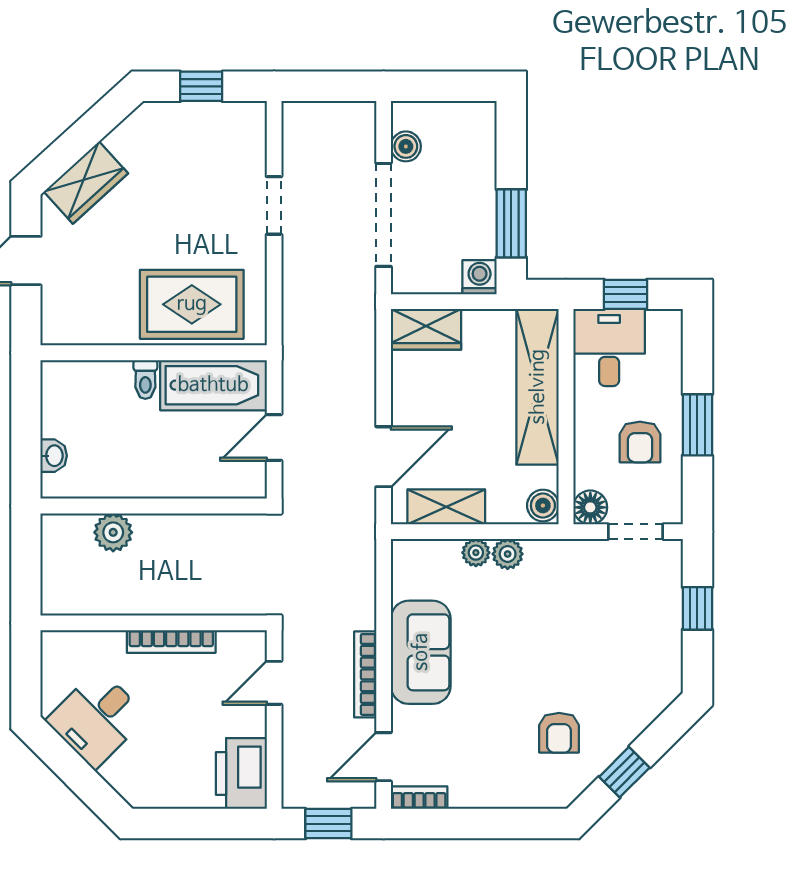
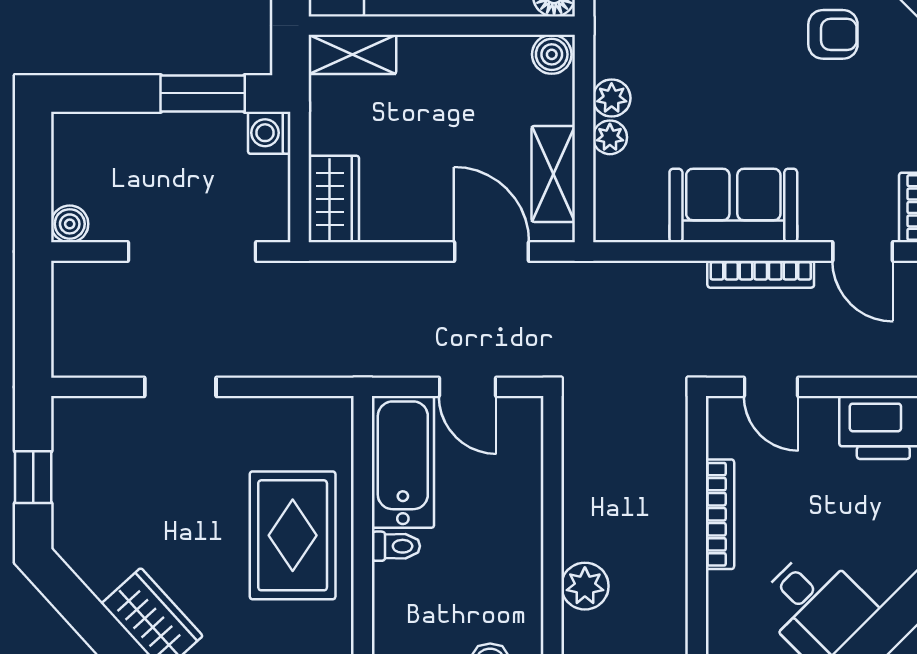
boiler: (406, 146) -> (70, 224), moved
rug: (192, 304) -> (293, 535), moved
shelving: (538, 387) -> (352, 54), width x0.45, depth x0.75

